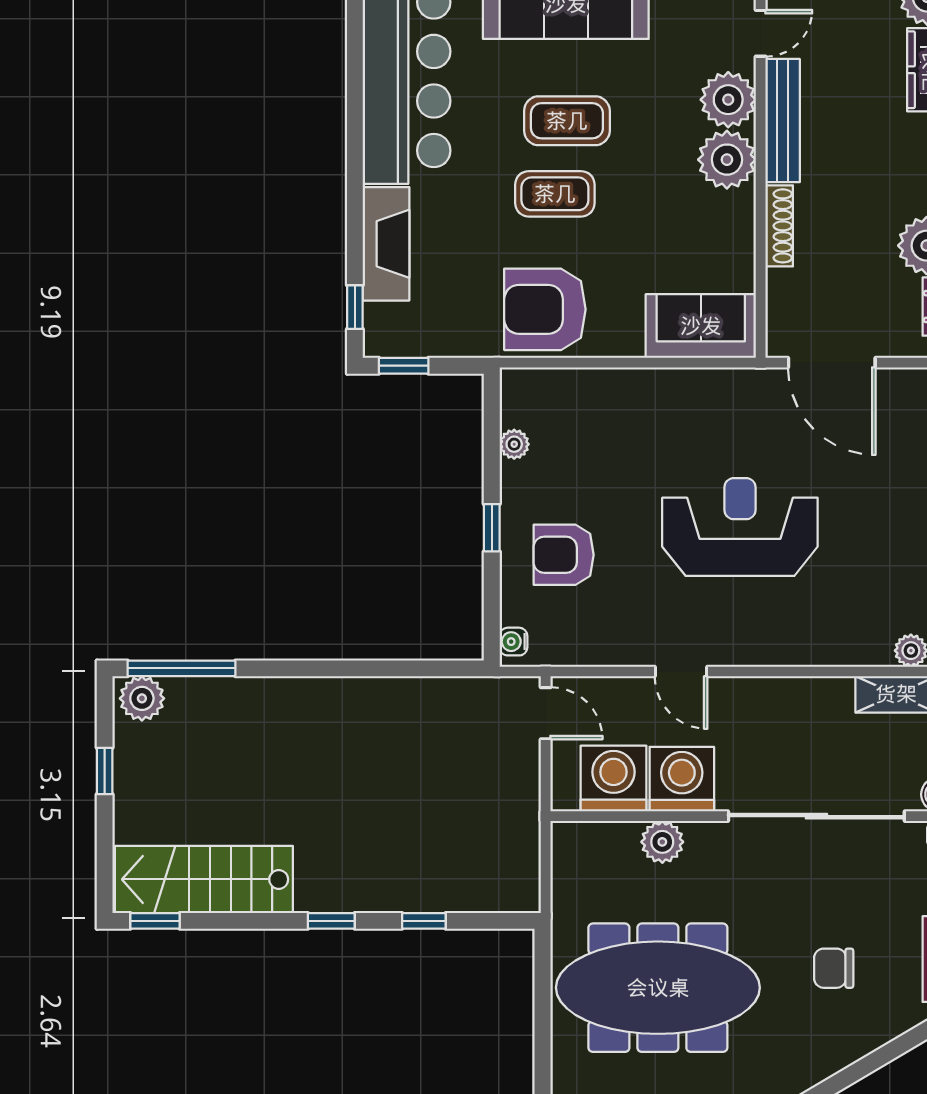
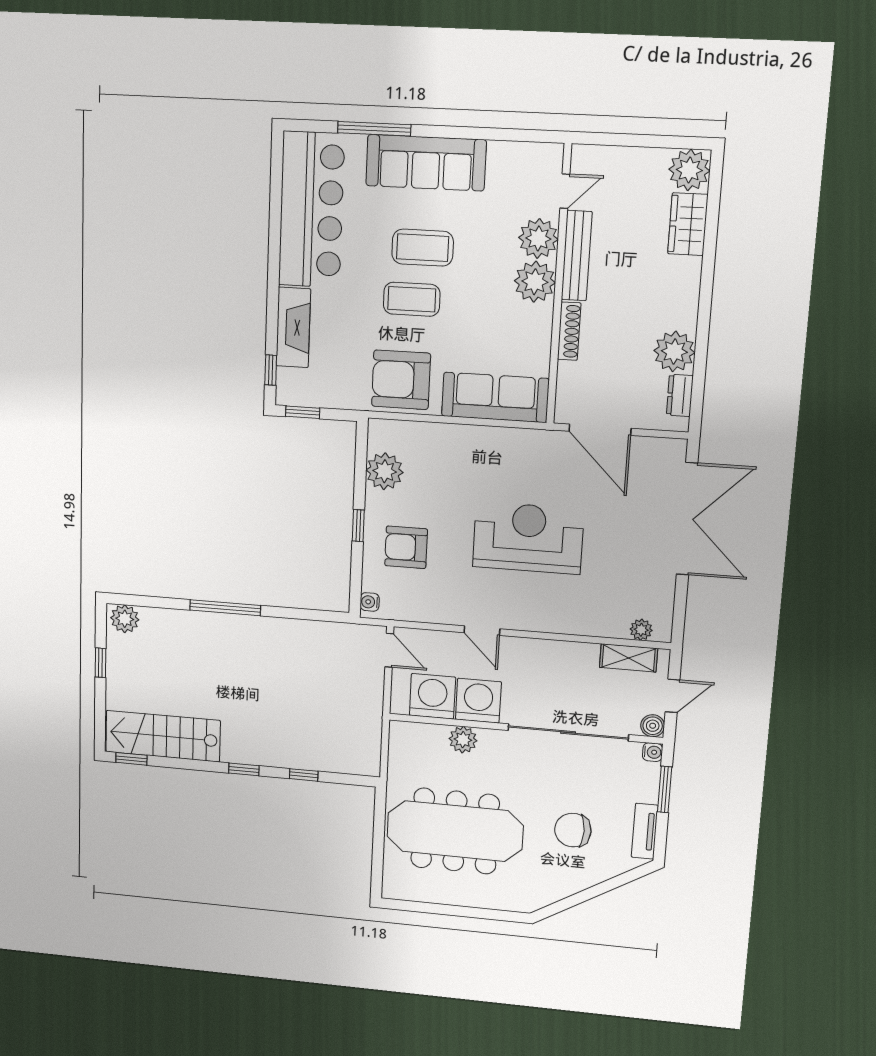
sofa: (701, 326) -> (495, 397), width x1.36
plant: (514, 444) -> (385, 471), width x1.88, depth x1.88
window: (181, 668) -> (225, 608), moved
chair: (834, 968) -> (573, 830), width x1.37, depth x1.37

